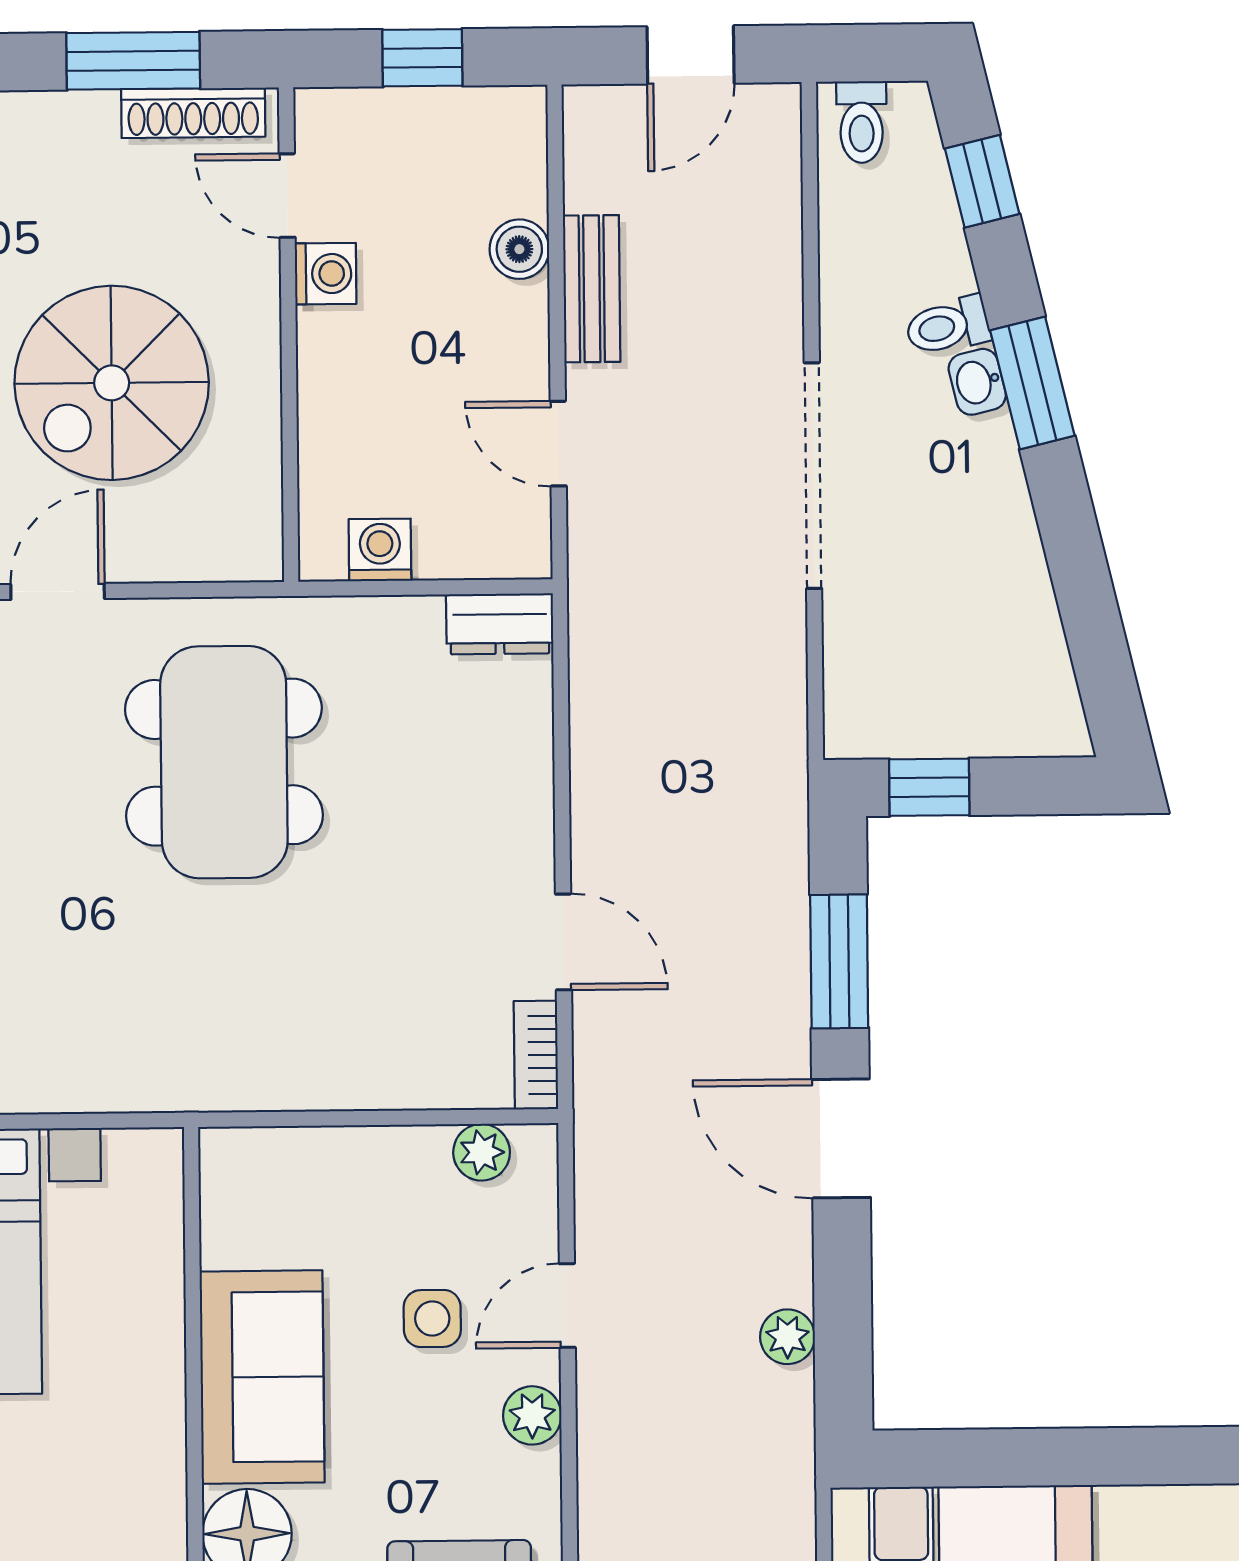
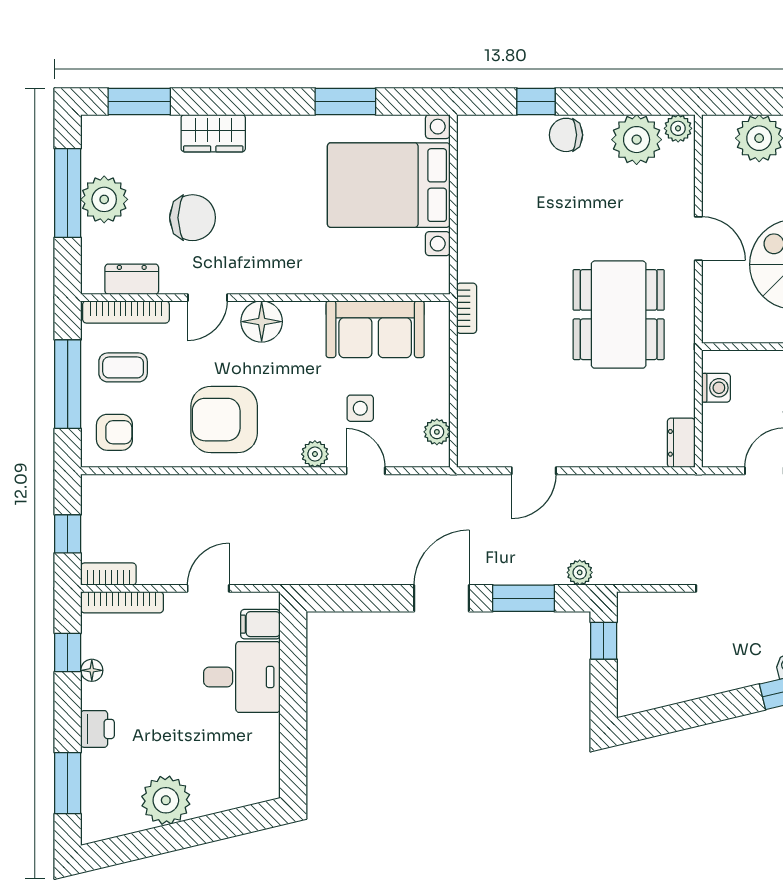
dining table: (224, 762) -> (619, 315), turned 90
bookcase: (536, 1055) -> (467, 308), moved, turned 90
plant: (787, 1337) -> (580, 572), moved
sofa: (262, 1377) -> (375, 329), moved

